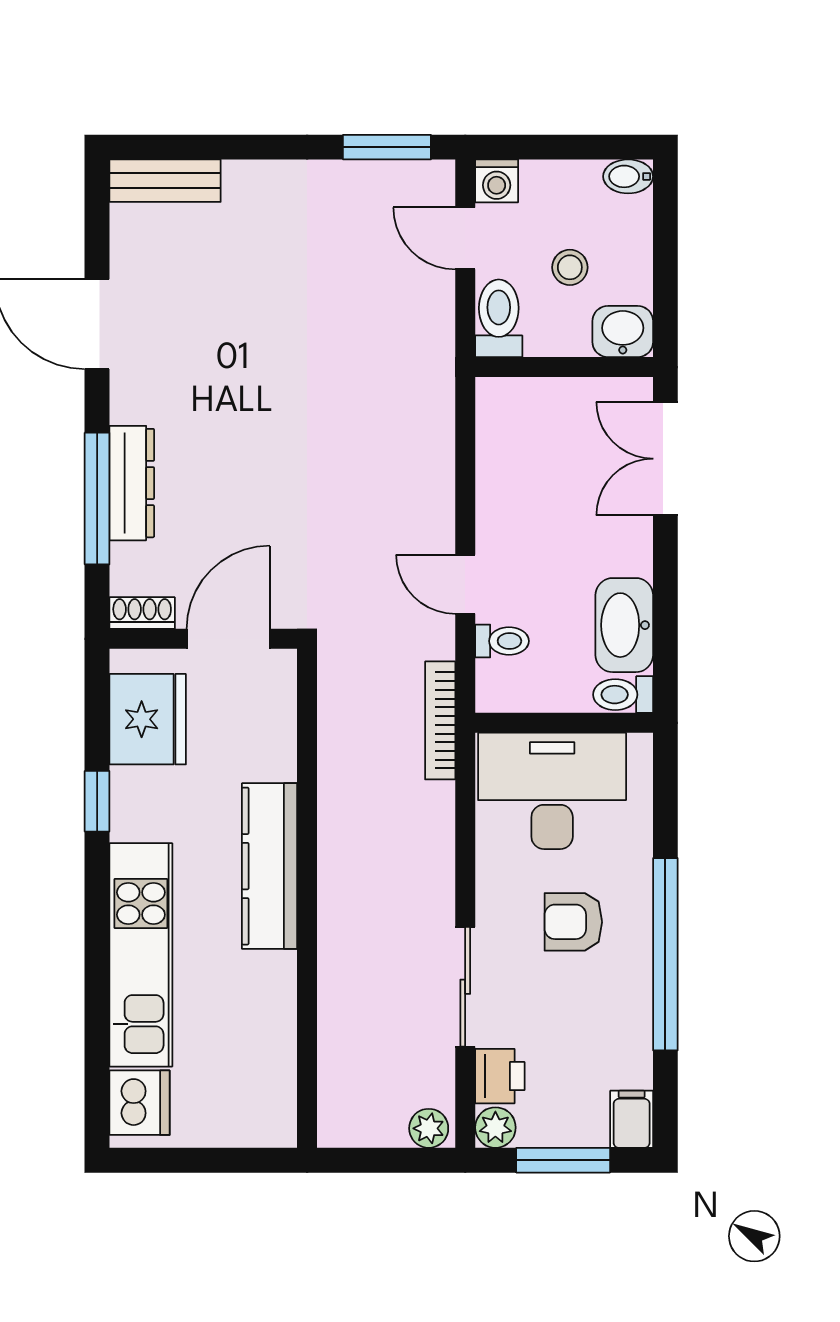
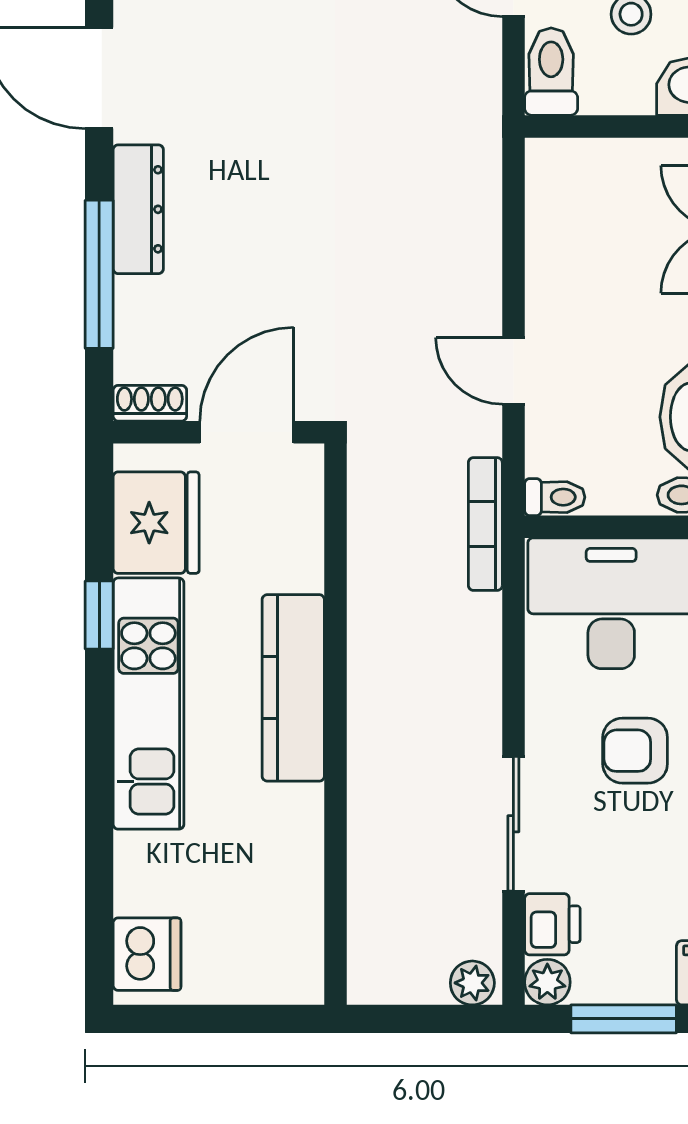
dresser: (132, 483) -> (138, 209), moved
toilet: (502, 641) -> (555, 497), moved
kitchen unit: (141, 955) -> (148, 704), moved

